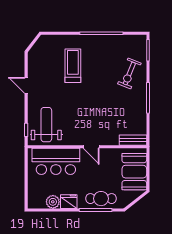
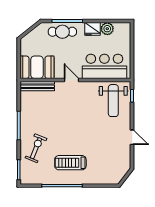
treadmill: (73, 66) -> (70, 163), moved, turned 90
bench: (133, 140) -> (37, 86), width x1.36
booth: (134, 172) -> (37, 67), moved, turned 90

